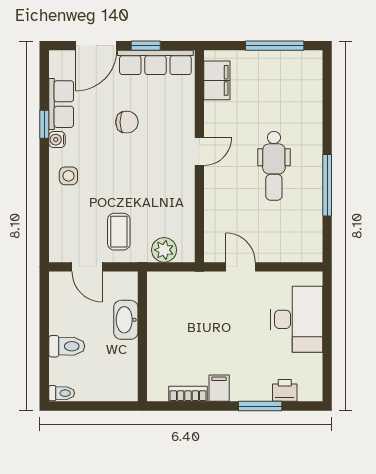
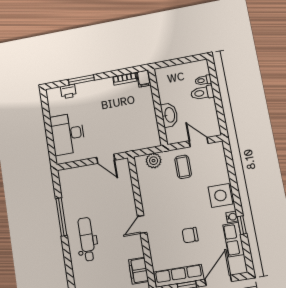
dental chair: (274, 166) -> (87, 239), moved
side table: (68, 176) -> (220, 196), width x1.87, depth x1.87
filing cabinet: (219, 388) -> (144, 79), moved
toilet: (62, 393) -> (203, 80), moved

